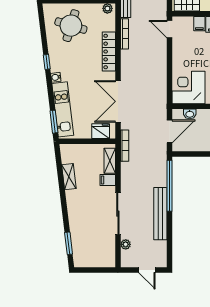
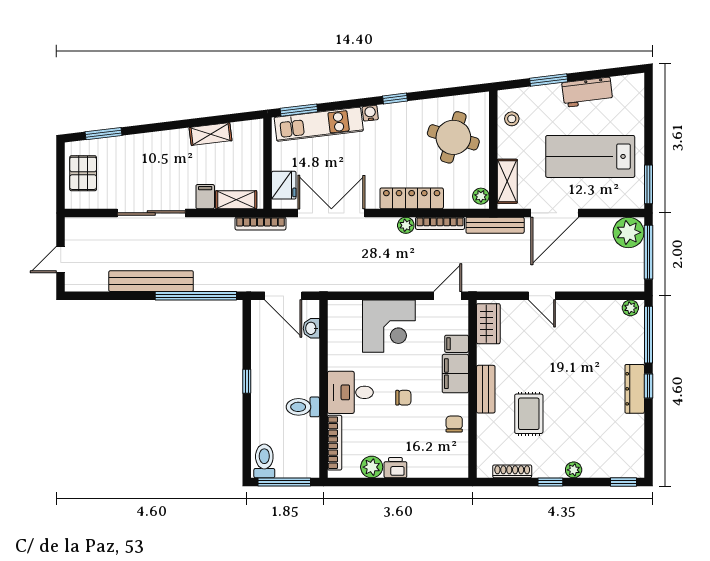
corner desk: (188, 87) -> (389, 326), moved, turned 90
plant: (126, 244) -> (406, 225), moved
pallet: (93, 256) -> (83, 173), added

